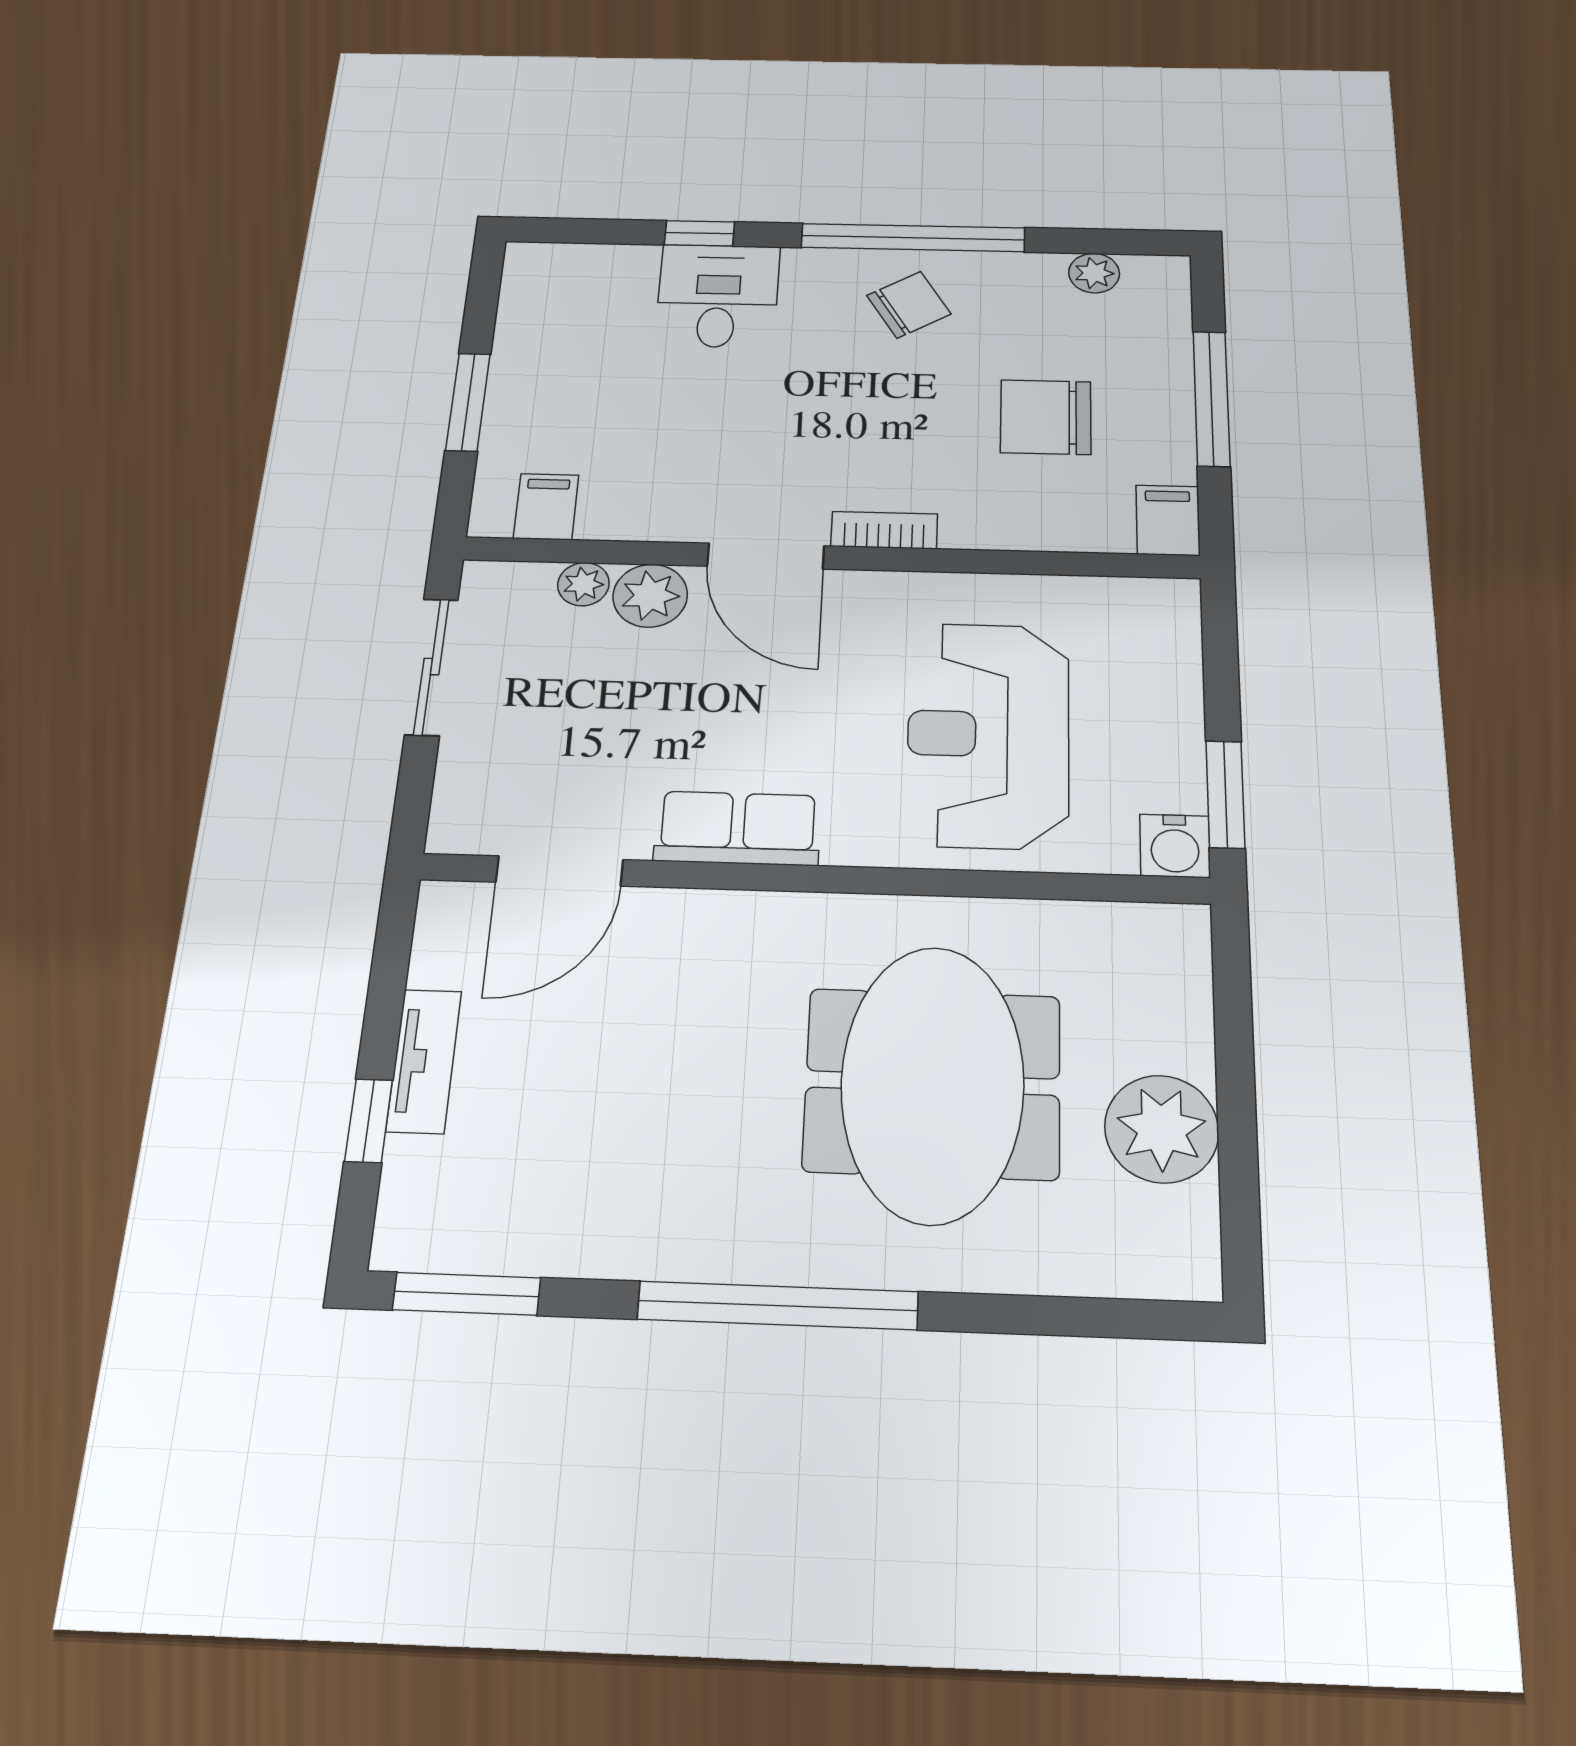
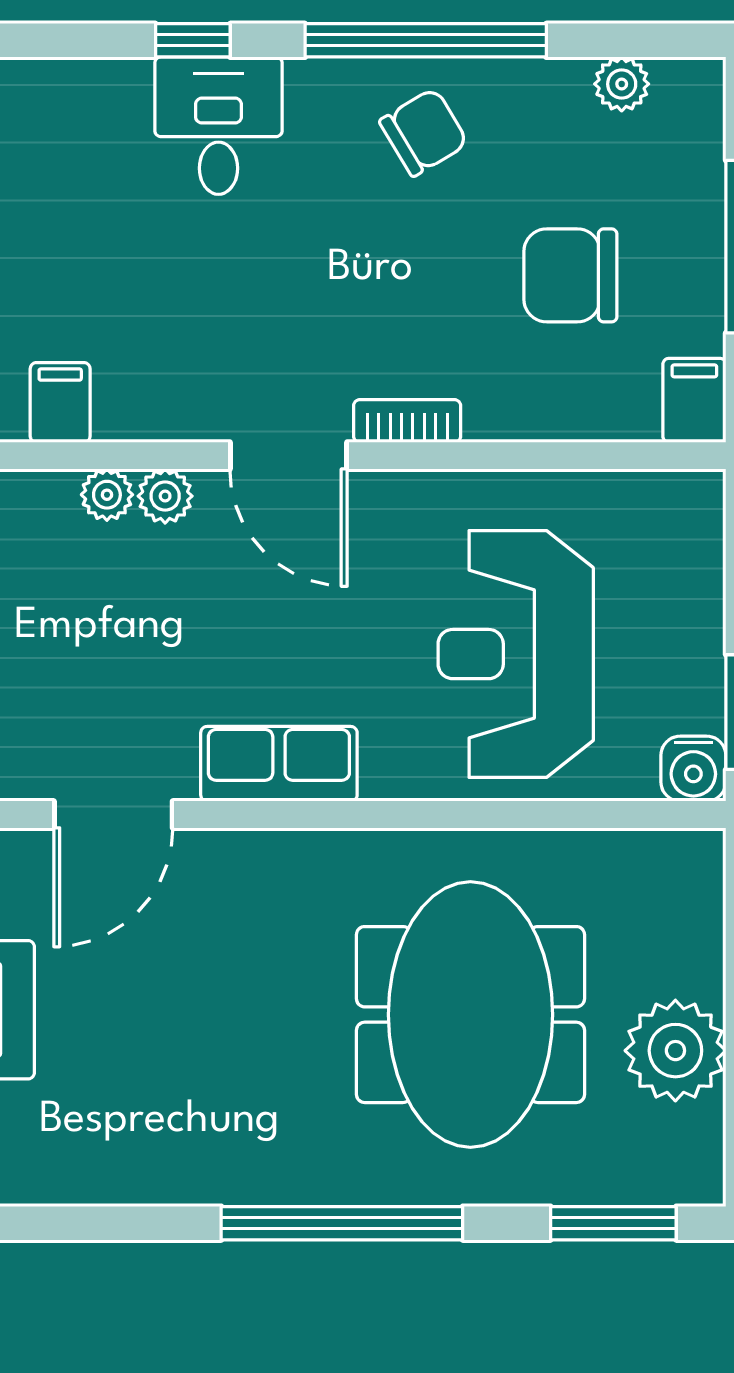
plant: (650, 596) -> (165, 496), width x0.73, depth x0.73
window: (467, 1294) -> (613, 1223), moved

